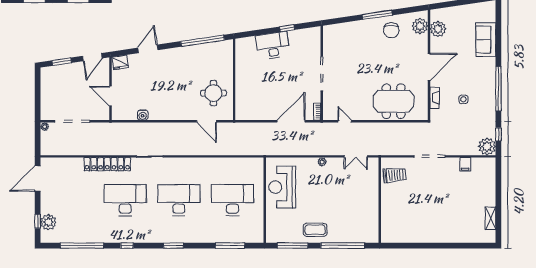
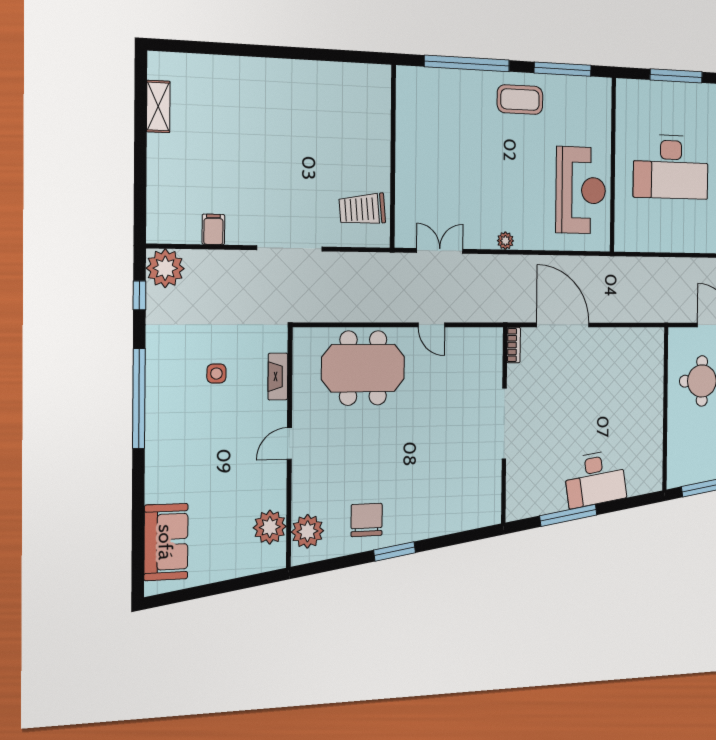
window: (377, 15) -> (395, 551), width x0.69
window: (287, 28) -> (568, 515), width x2.17
sofa: (486, 40) -> (166, 542), moved
door: (429, 67) -> (289, 443), width x0.53
door: (291, 121) -> (563, 325), swing flipped
door: (345, 121) -> (431, 325), moved

